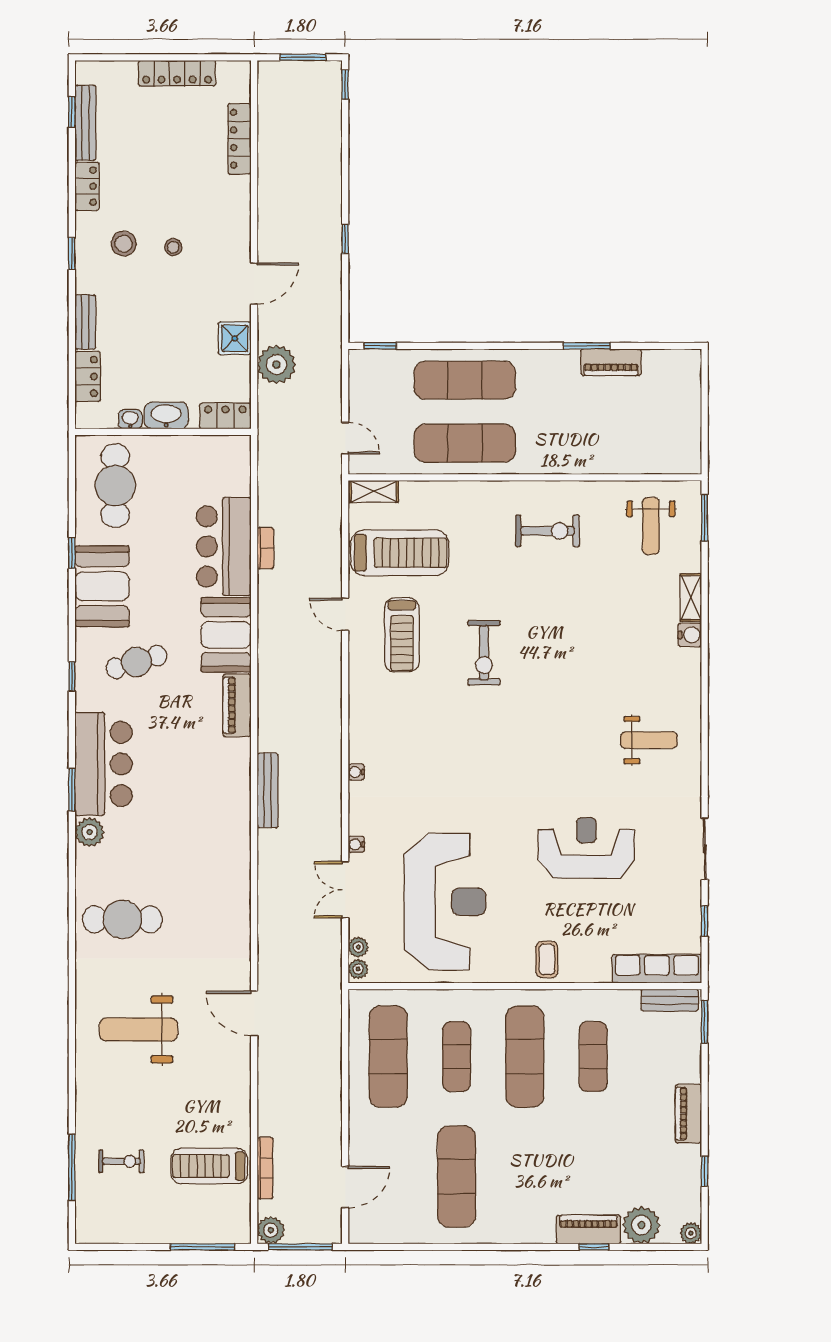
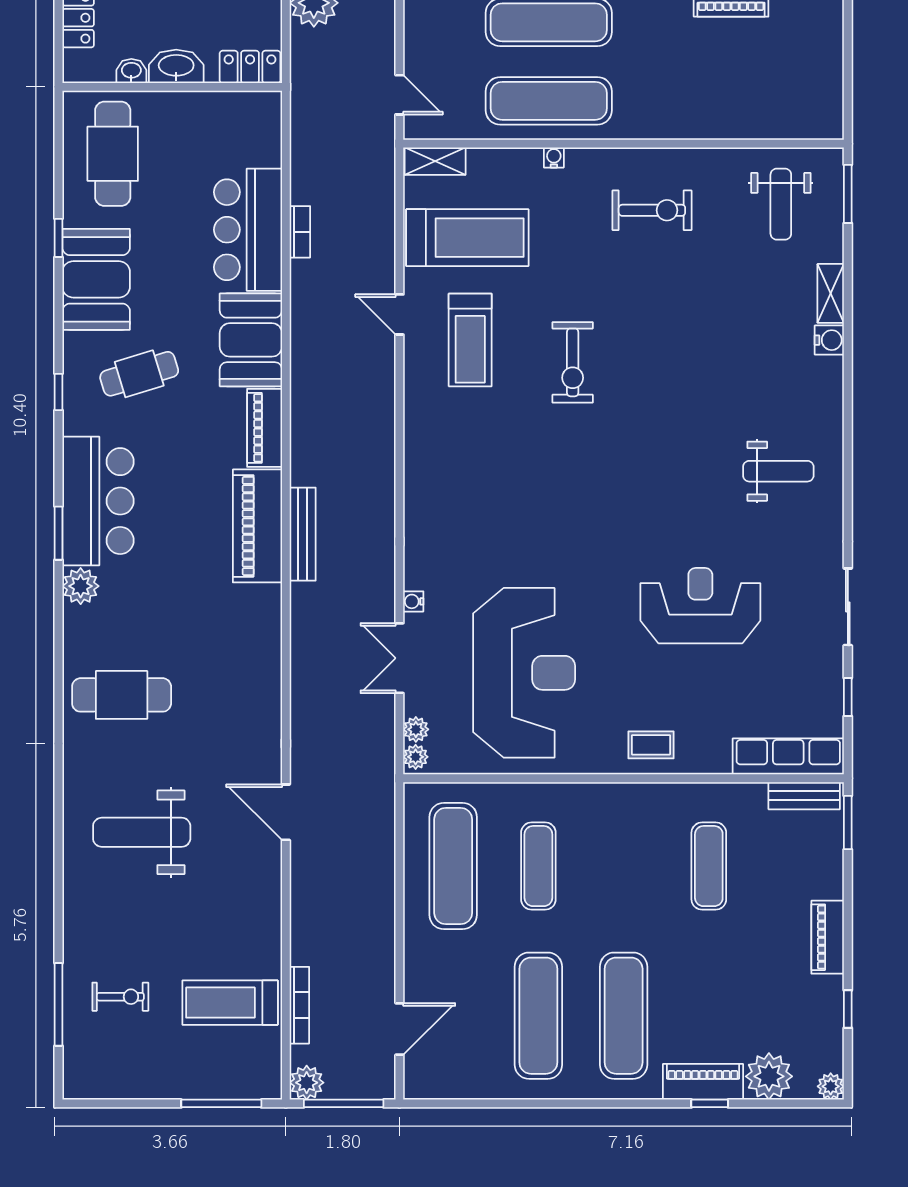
water cooler: (356, 772) -> (554, 157), moved, turned 90
piano: (231, 784) -> (257, 526), added
coffee table: (547, 959) -> (651, 745), turned 90
exercise mat: (525, 1057) -> (624, 1016), moved

